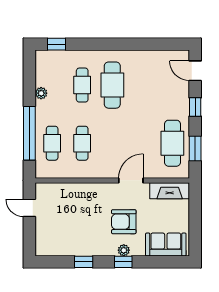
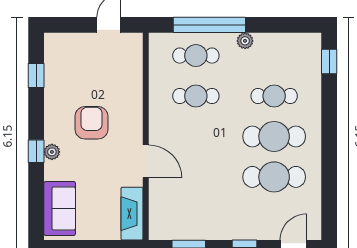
plant: (41, 93) -> (245, 41), moved
cafe table: (172, 143) -> (274, 177), moved
armchair: (124, 222) -> (91, 123), moved
window: (84, 262) -> (36, 76), moved

